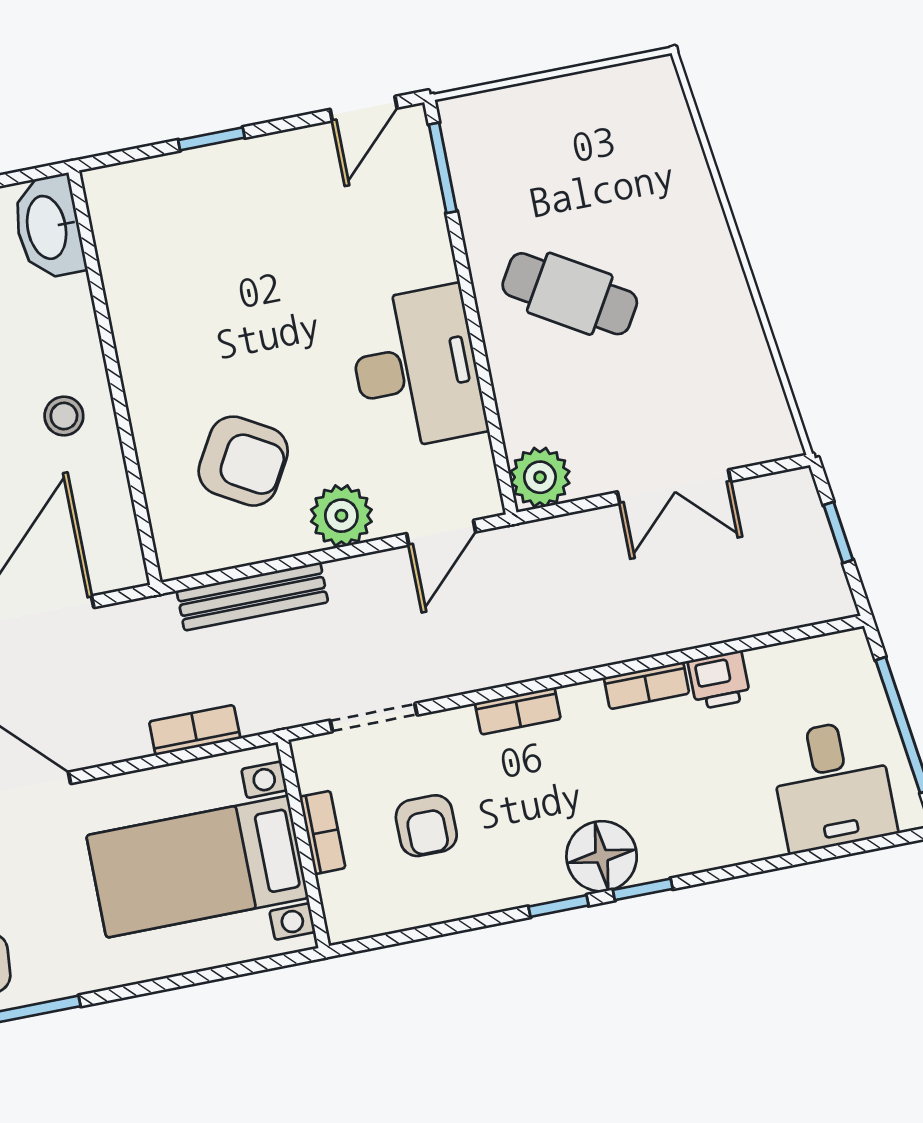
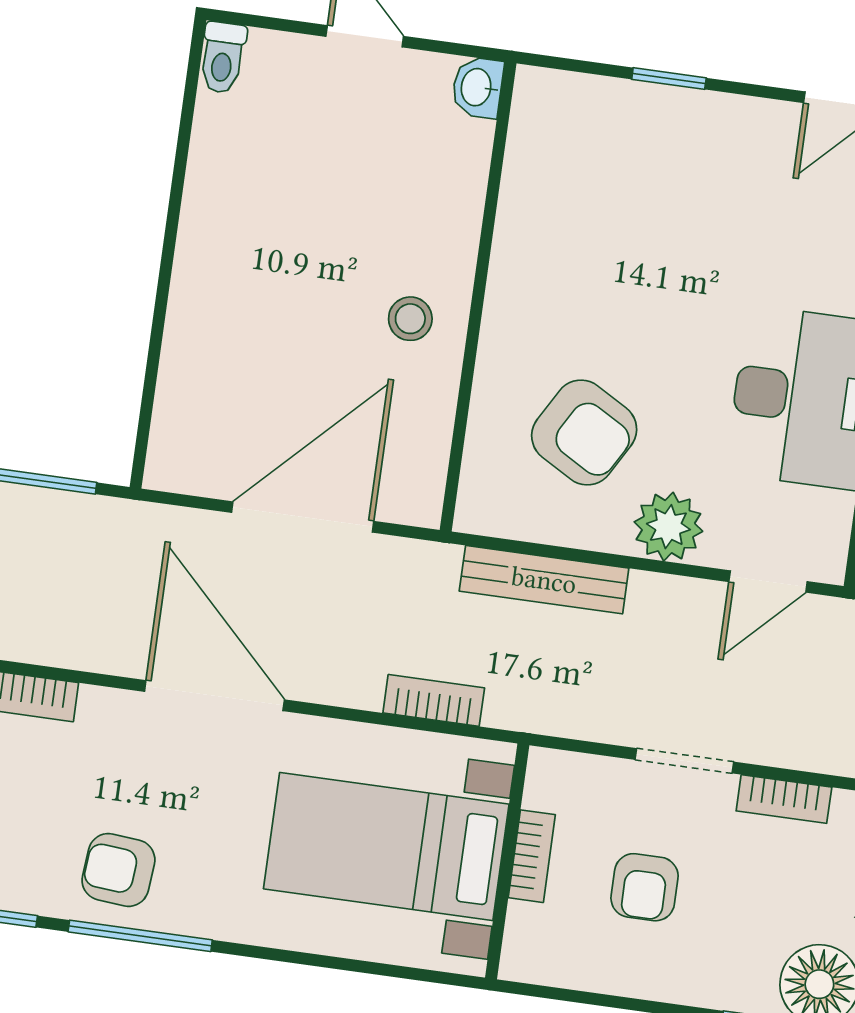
washbasin: (48, 227) -> (477, 87), width x0.52, depth x0.69
doorway: (374, 718) -> (684, 761), moved

